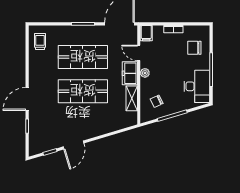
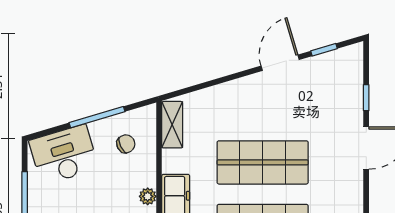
desk: (197, 86) -> (64, 155), moved, turned 73
shelving: (132, 98) -> (172, 125), moved

